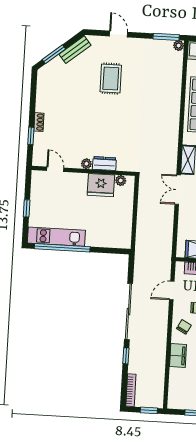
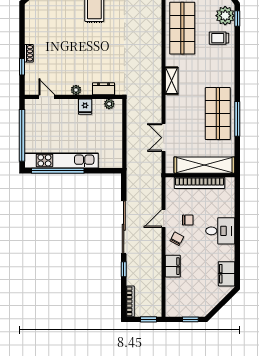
dresser: (104, 164) -> (104, 89), moved
fridge: (101, 185) -> (85, 107), width x0.53, depth x0.75
double door: (178, 190) -> (164, 138), moved
window: (27, 208) -> (22, 135), width x3.17
kitchen unit: (56, 237) -> (61, 160), width x1.36
door: (172, 291) -> (164, 219), moved

